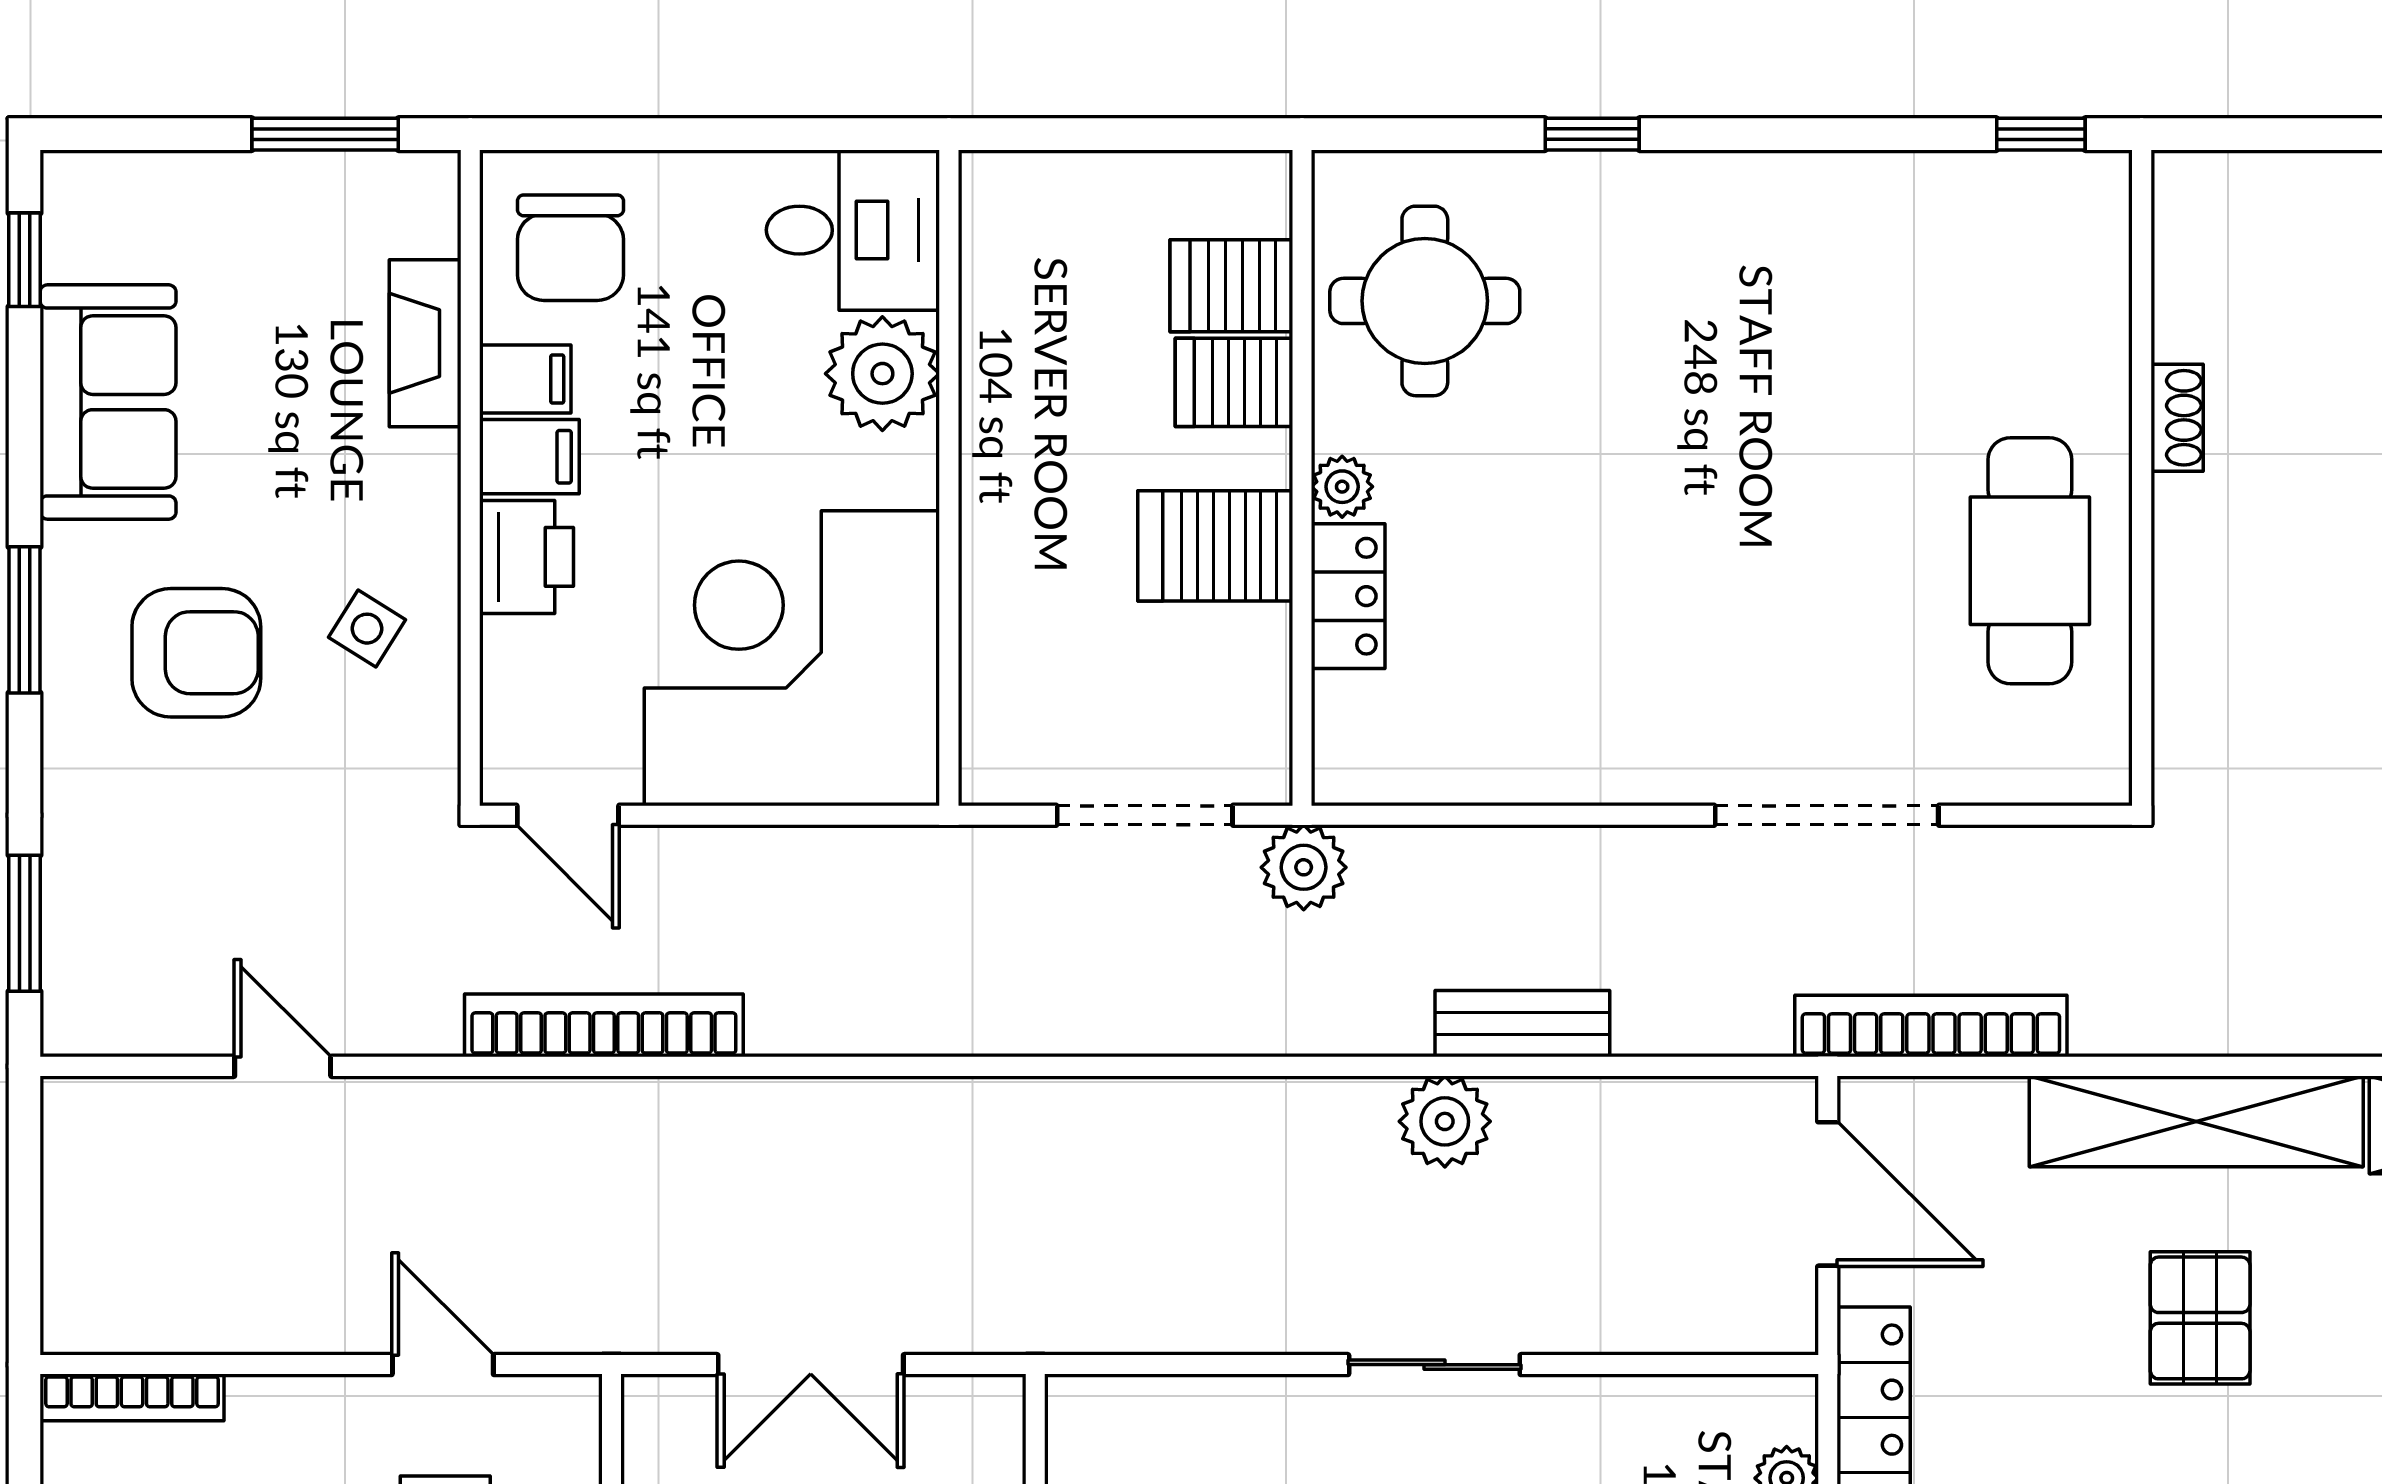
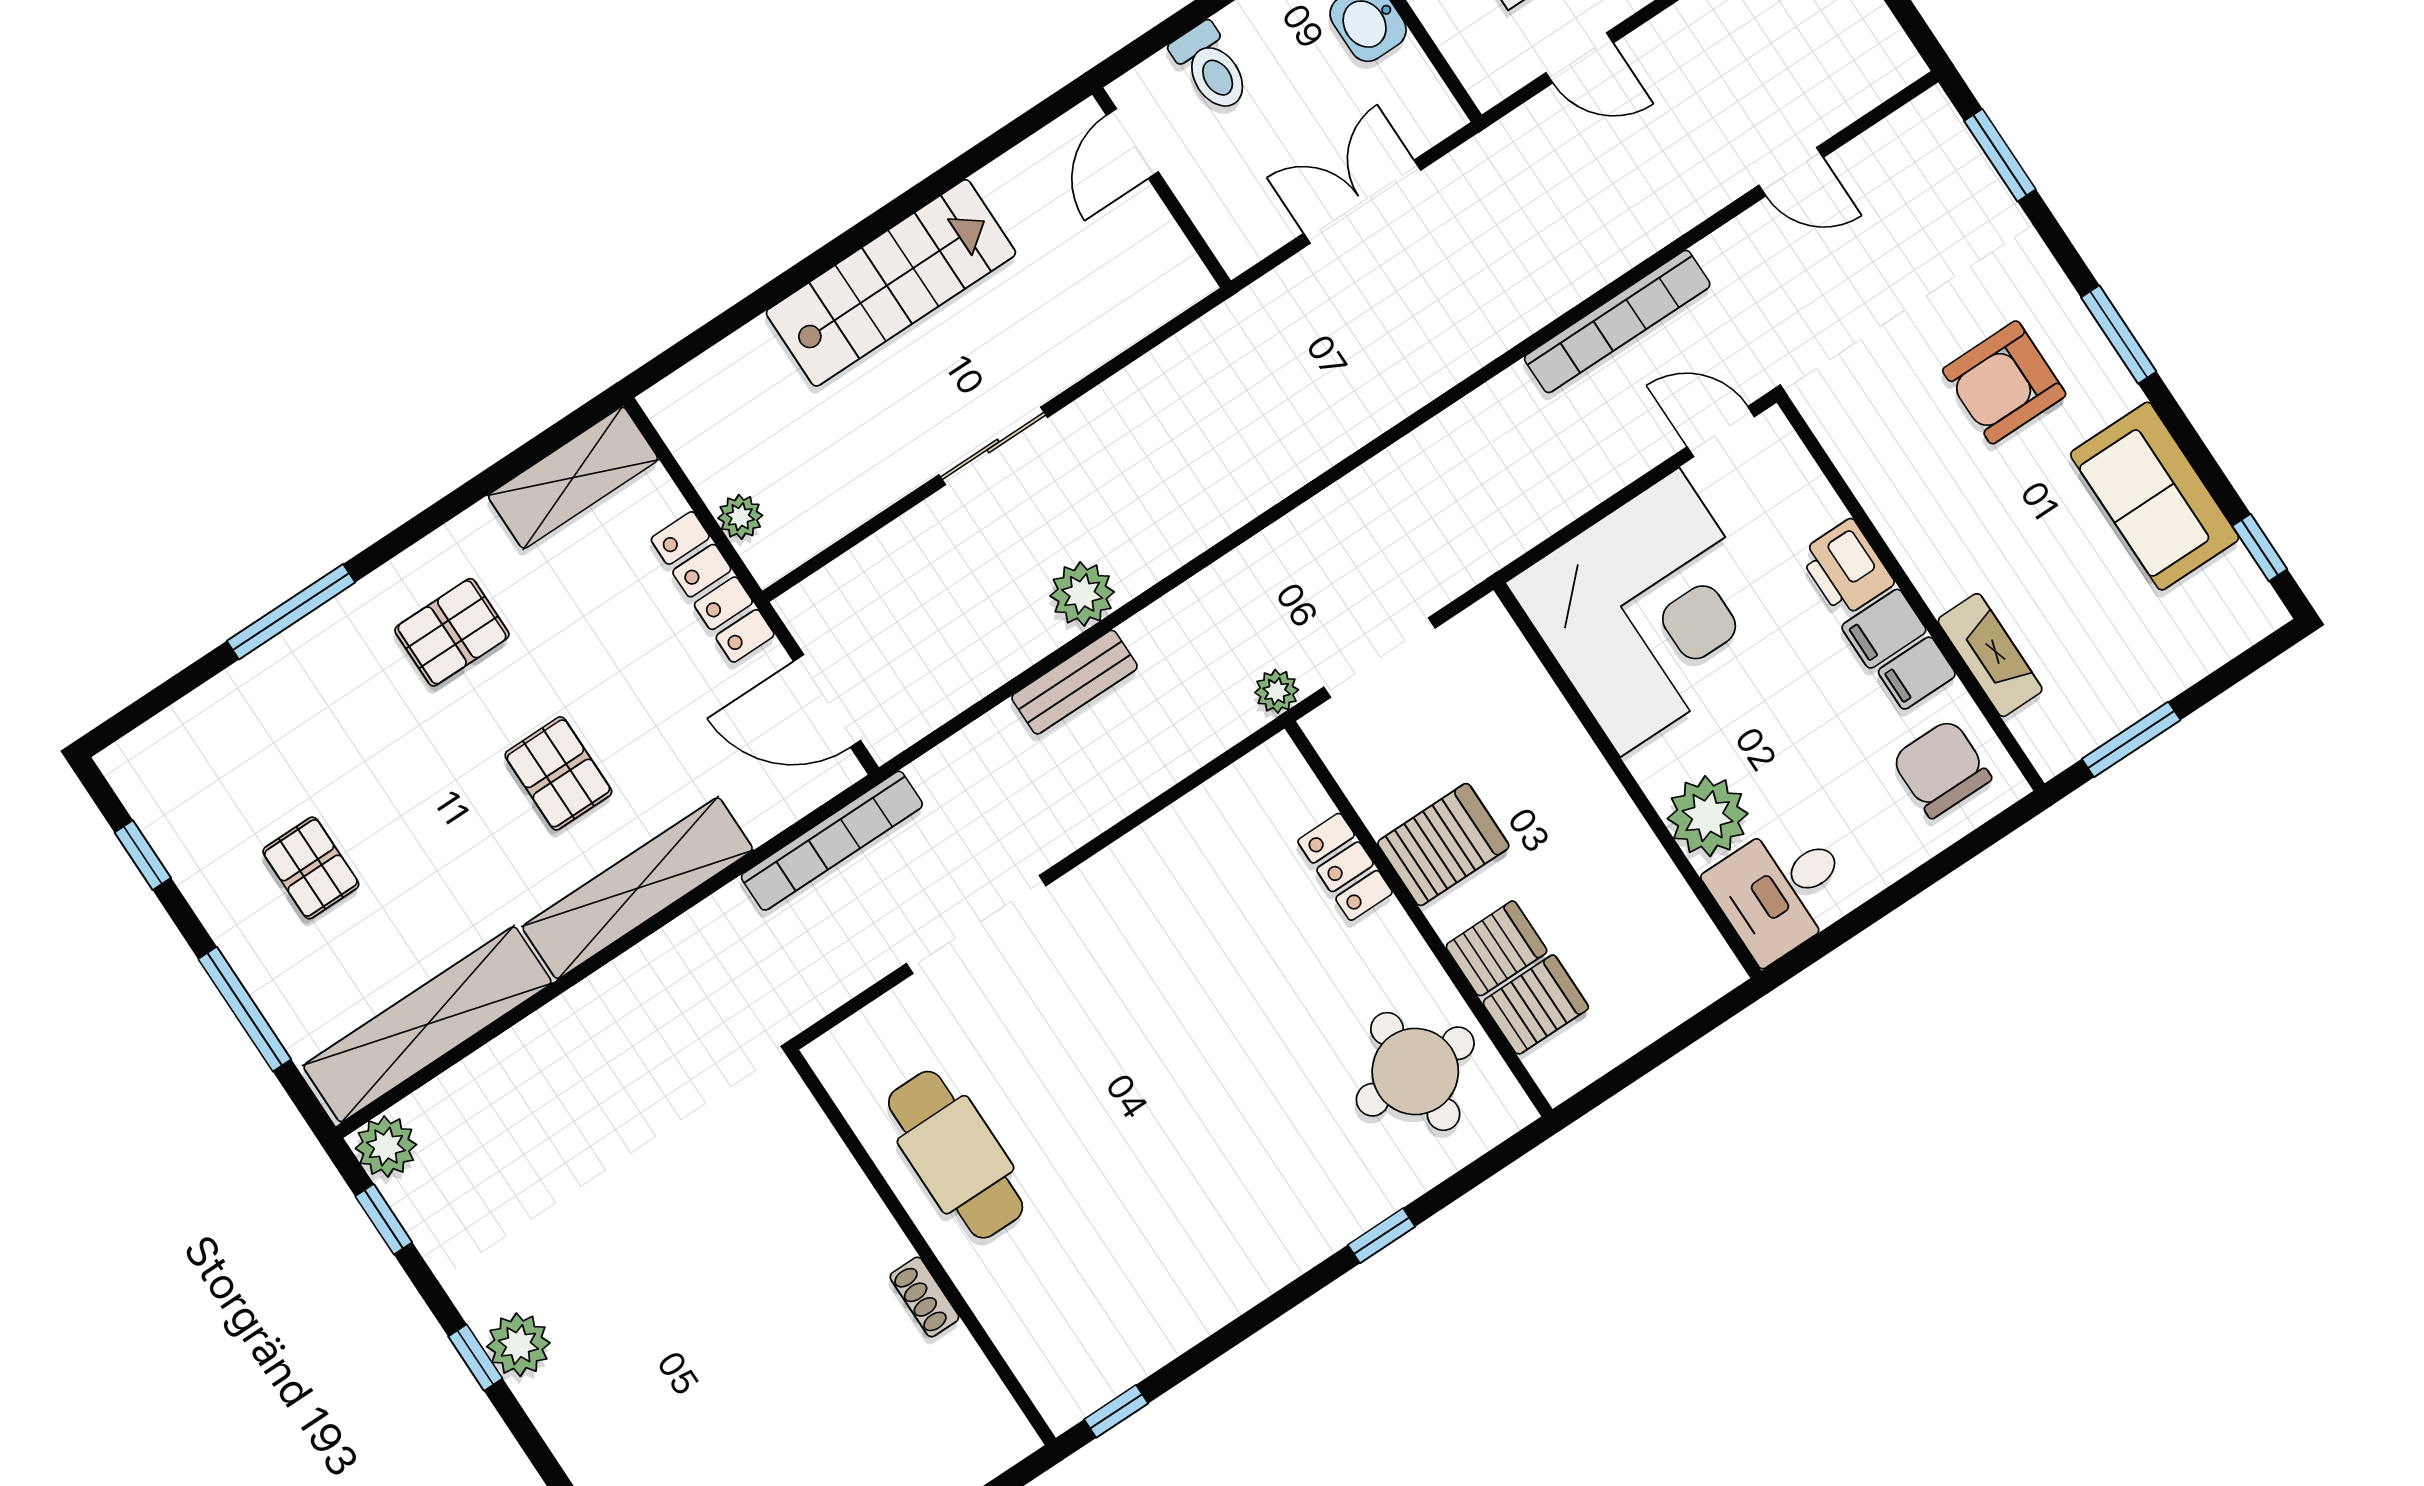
plant: (1342, 487) -> (1391, 929), removed
side table: (367, 629) -> (1913, 463), removed
plant: (1304, 867) -> (1277, 691), width x0.73, depth x0.73

